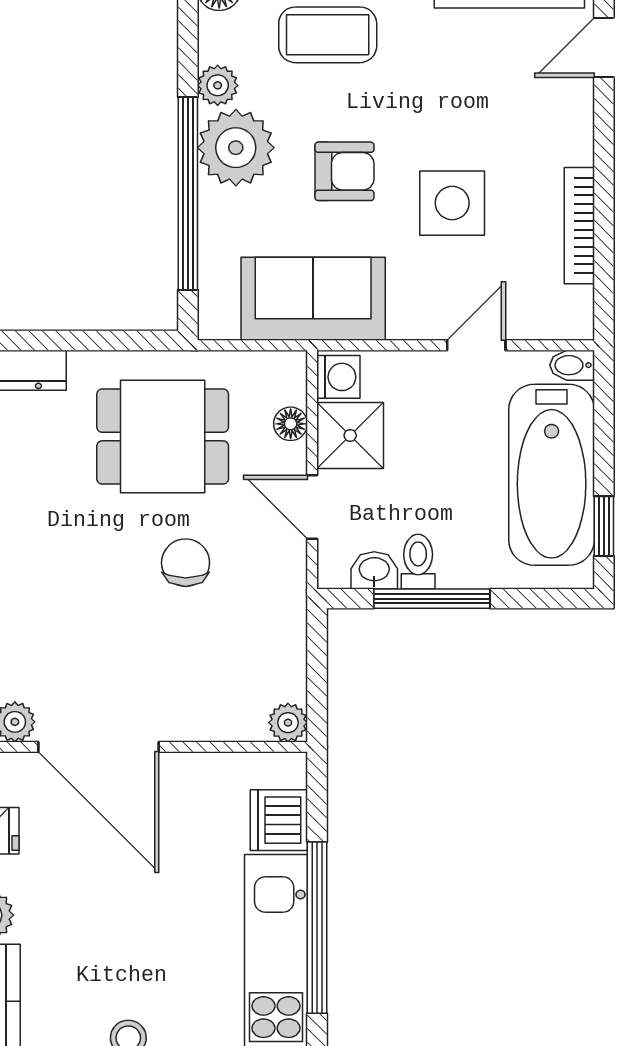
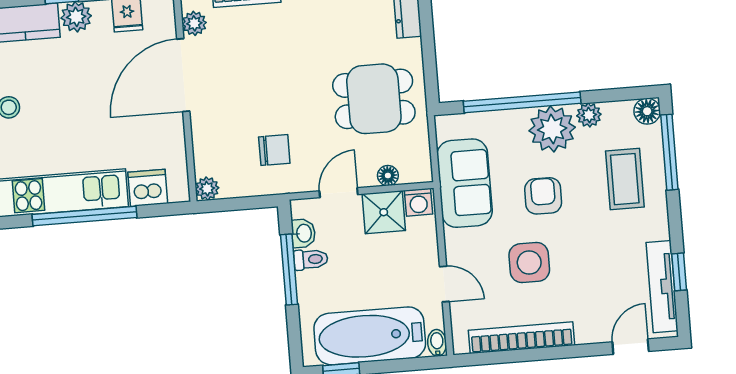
door: (604, 48) -> (631, 347), hinge flipped
armchair: (344, 171) -> (543, 196), turned 180
bookcase: (579, 226) -> (522, 338), width x1.48, depth x1.31
dining table: (163, 437) -> (374, 99), turned 90
chair: (186, 563) -> (274, 150), moved

